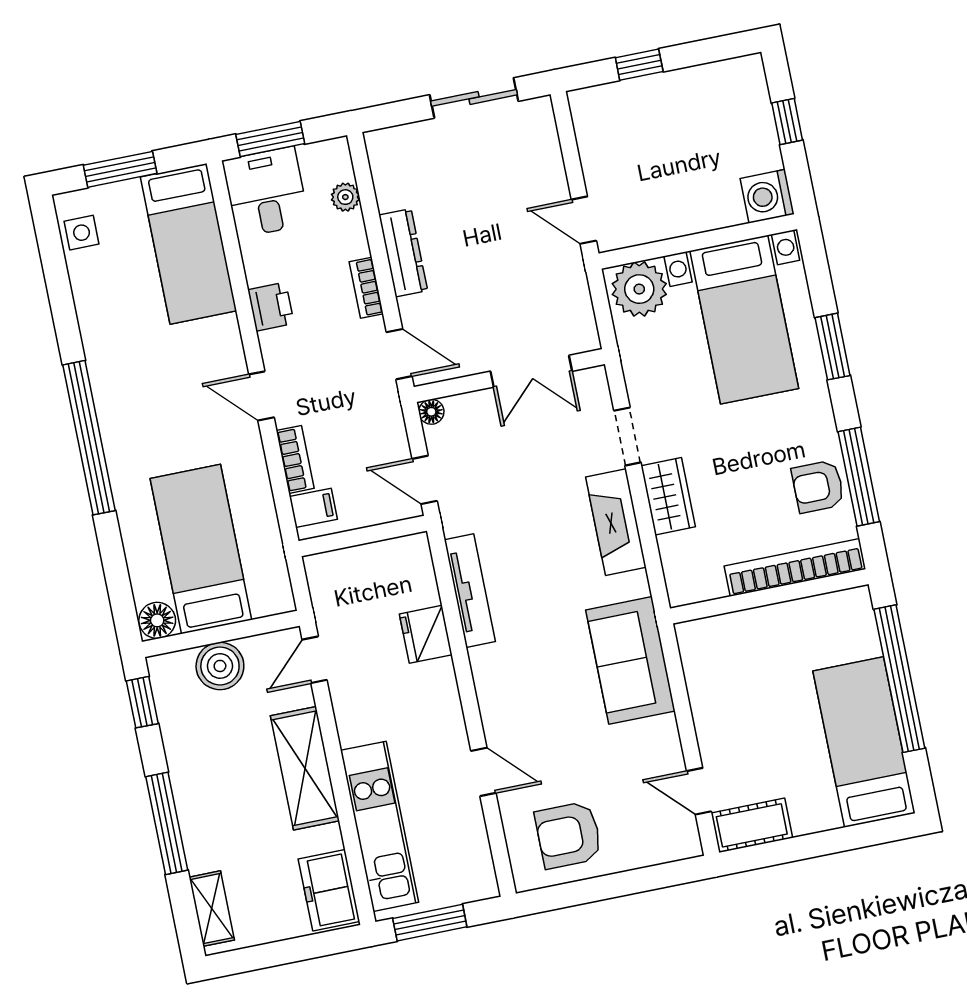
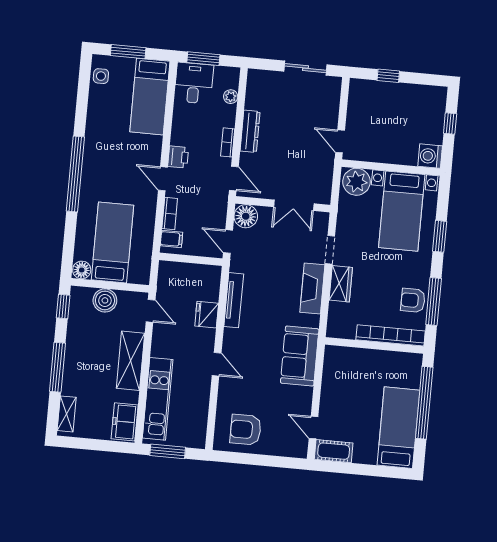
printer: (271, 307) -> (178, 157), moved
floor lamp: (431, 412) -> (246, 216), width x1.89, depth x1.89
door: (315, 660) -> (151, 311), swing flipped
door: (483, 772) -> (217, 364), moved

